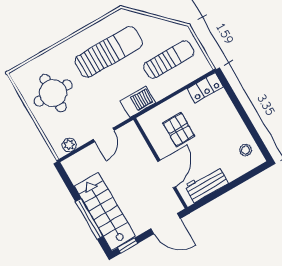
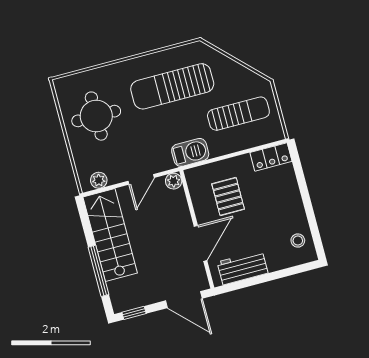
sun lounger: (109, 52) -> (172, 86), turned 180
plant: (131, 129) -> (174, 181), added
stairs: (105, 211) -> (110, 235), moved

